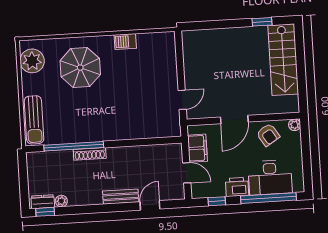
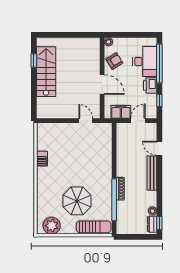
stairs: (283, 60) -> (46, 72), moved, turned -90
parasol: (80, 68) -> (77, 201), moved
bench: (121, 197) -> (152, 173), width x1.36

